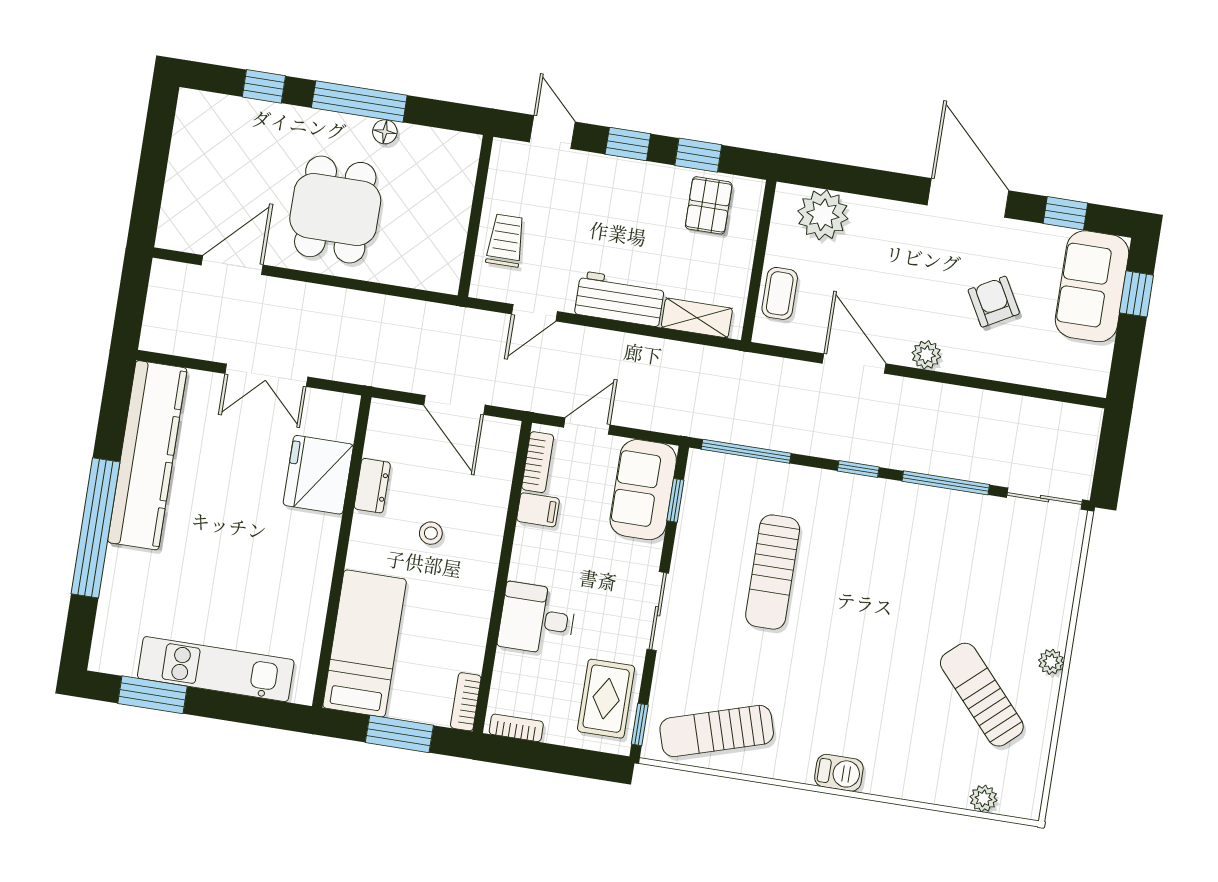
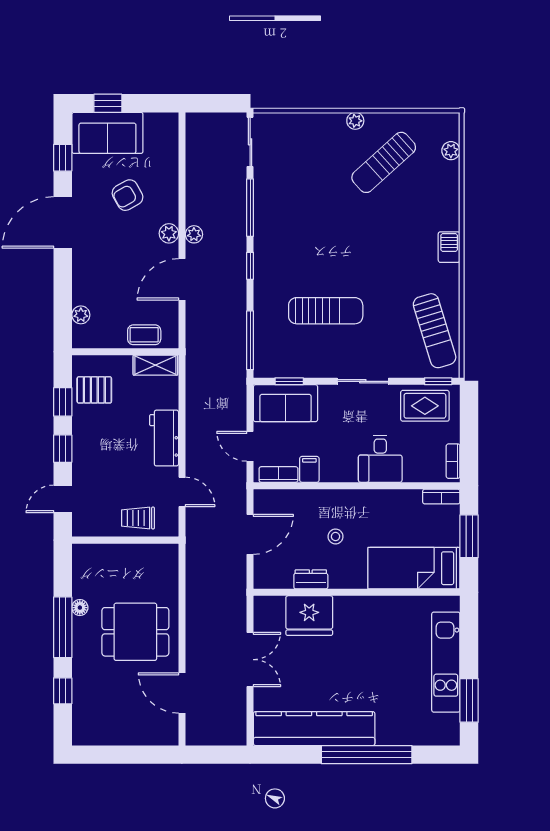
plant: (823, 215) -> (81, 315), width x0.53, depth x0.53
shelving: (697, 318) -> (155, 365), moved, turned 90
plant: (919, 392) -> (194, 234), added

